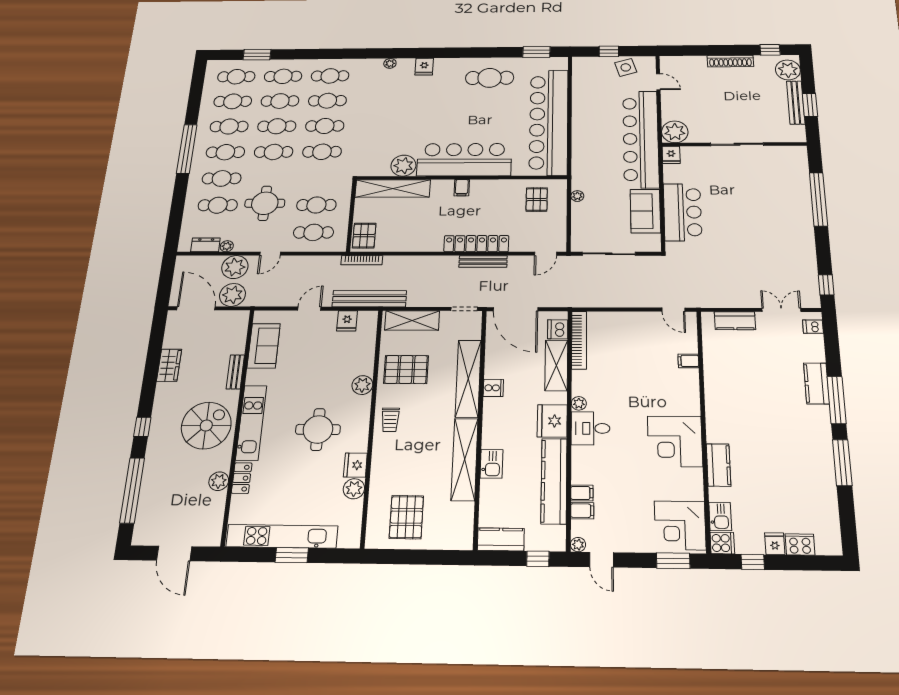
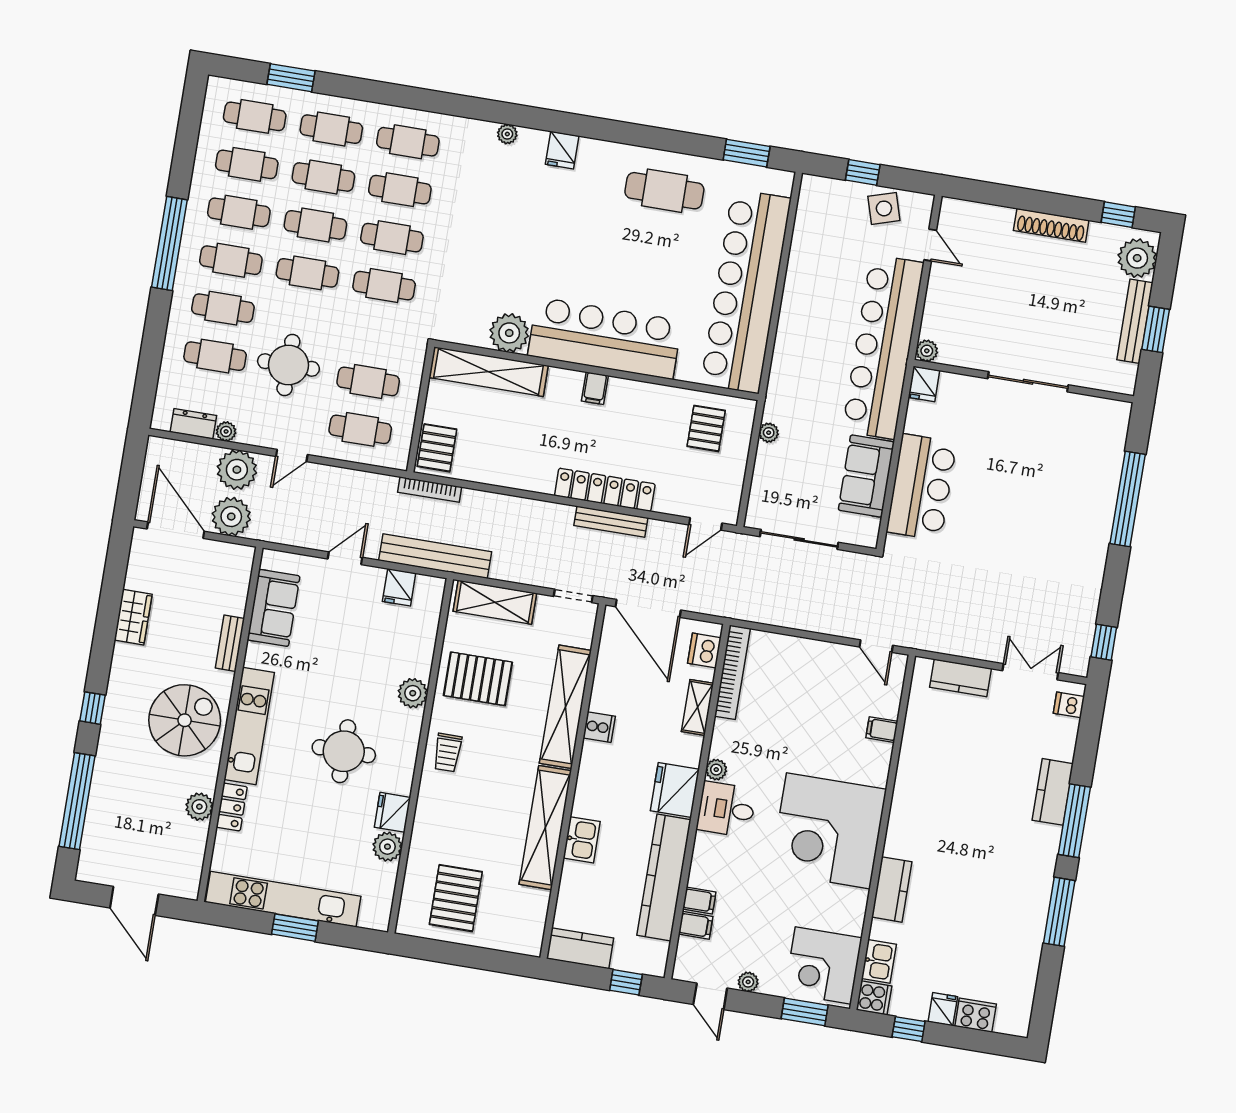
plant: (675, 132) -> (927, 351), width x0.53, depth x0.53
shelving: (556, 365) -> (698, 707), width x0.67, depth x0.75
corner desk: (675, 441) -> (828, 831), width x1.36, depth x1.36
plant: (578, 545) -> (748, 982), moved

